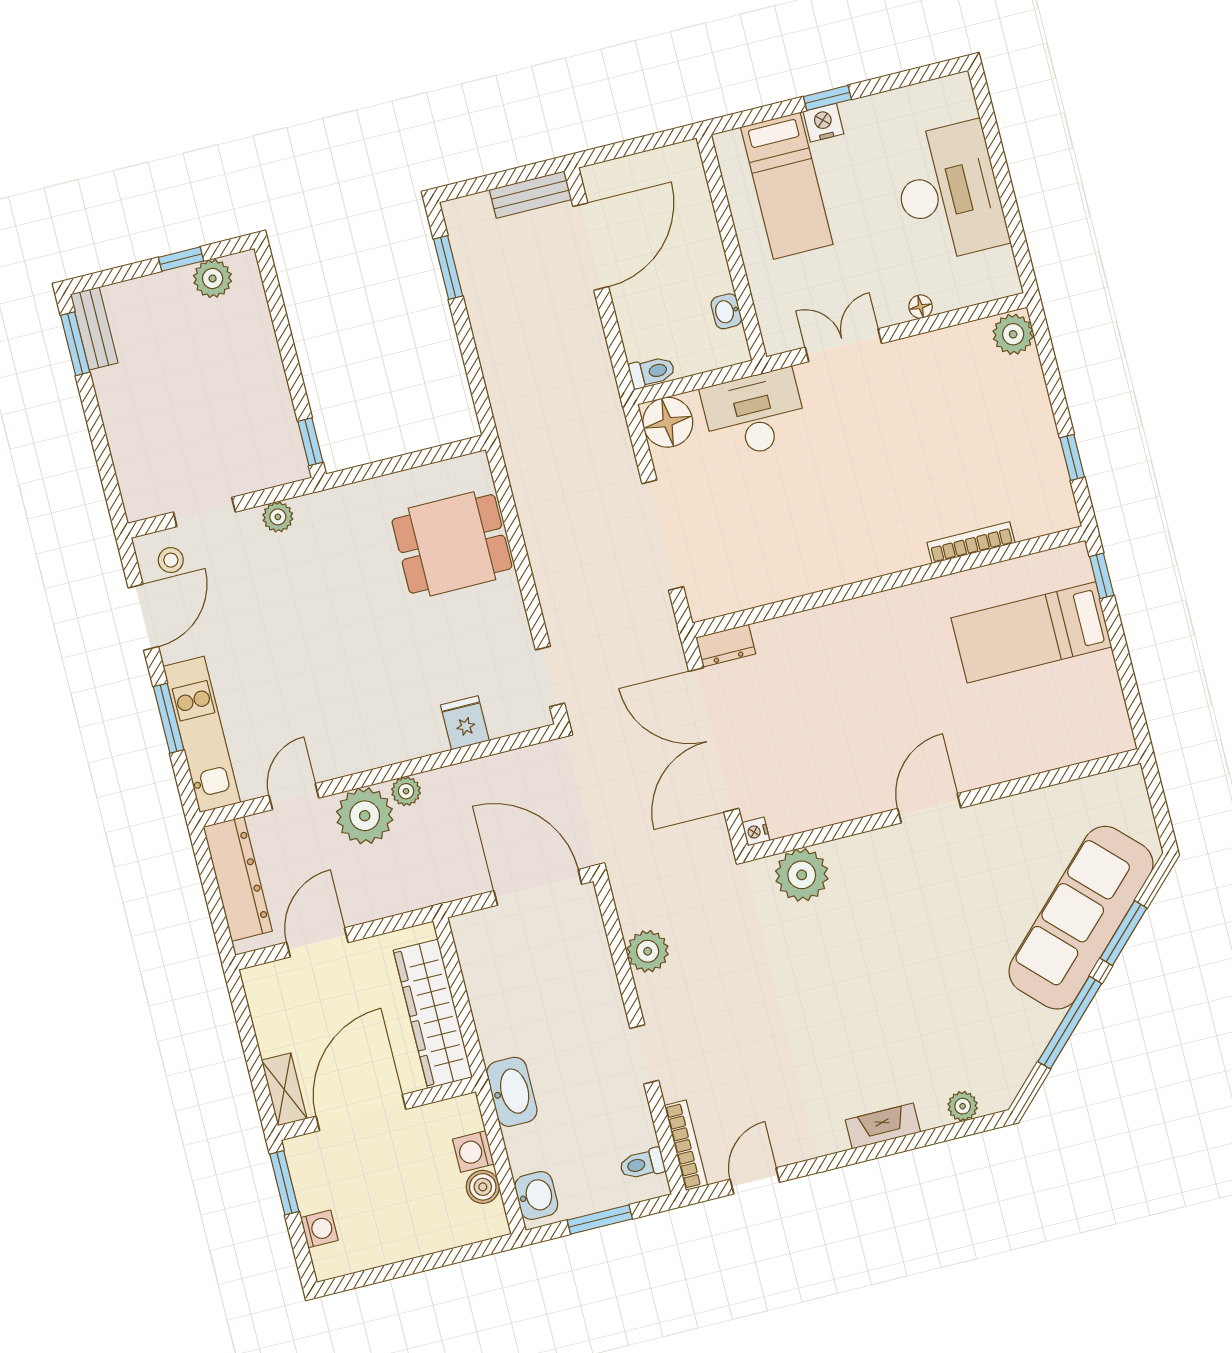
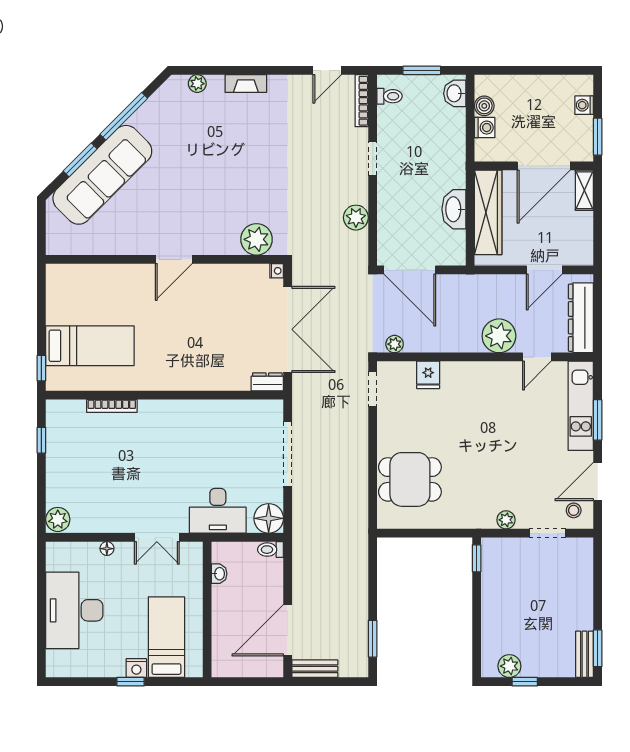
plant: (406, 791) -> (395, 344), moved
washbasin: (512, 1092) -> (454, 209), moved

